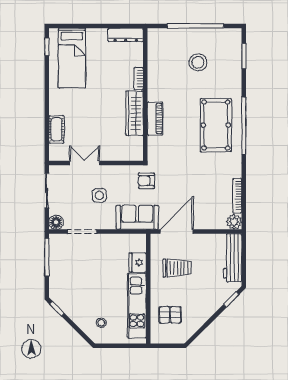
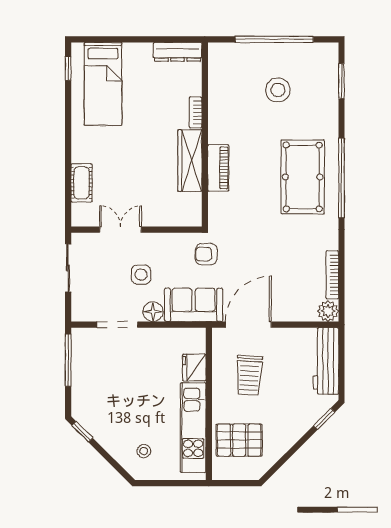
floor lamp: (56, 222) -> (153, 312), moved
trolley: (177, 268) -> (249, 375), turned 93
pallet: (170, 315) -> (239, 440), width x1.50, depth x1.42

